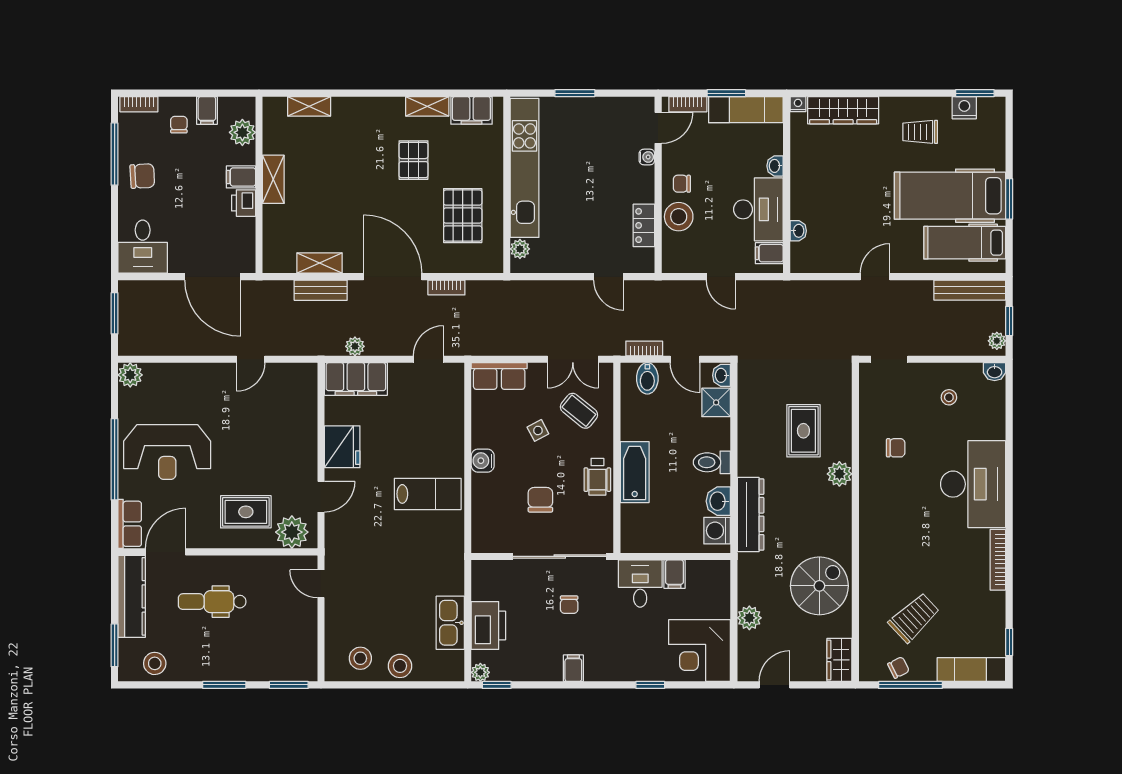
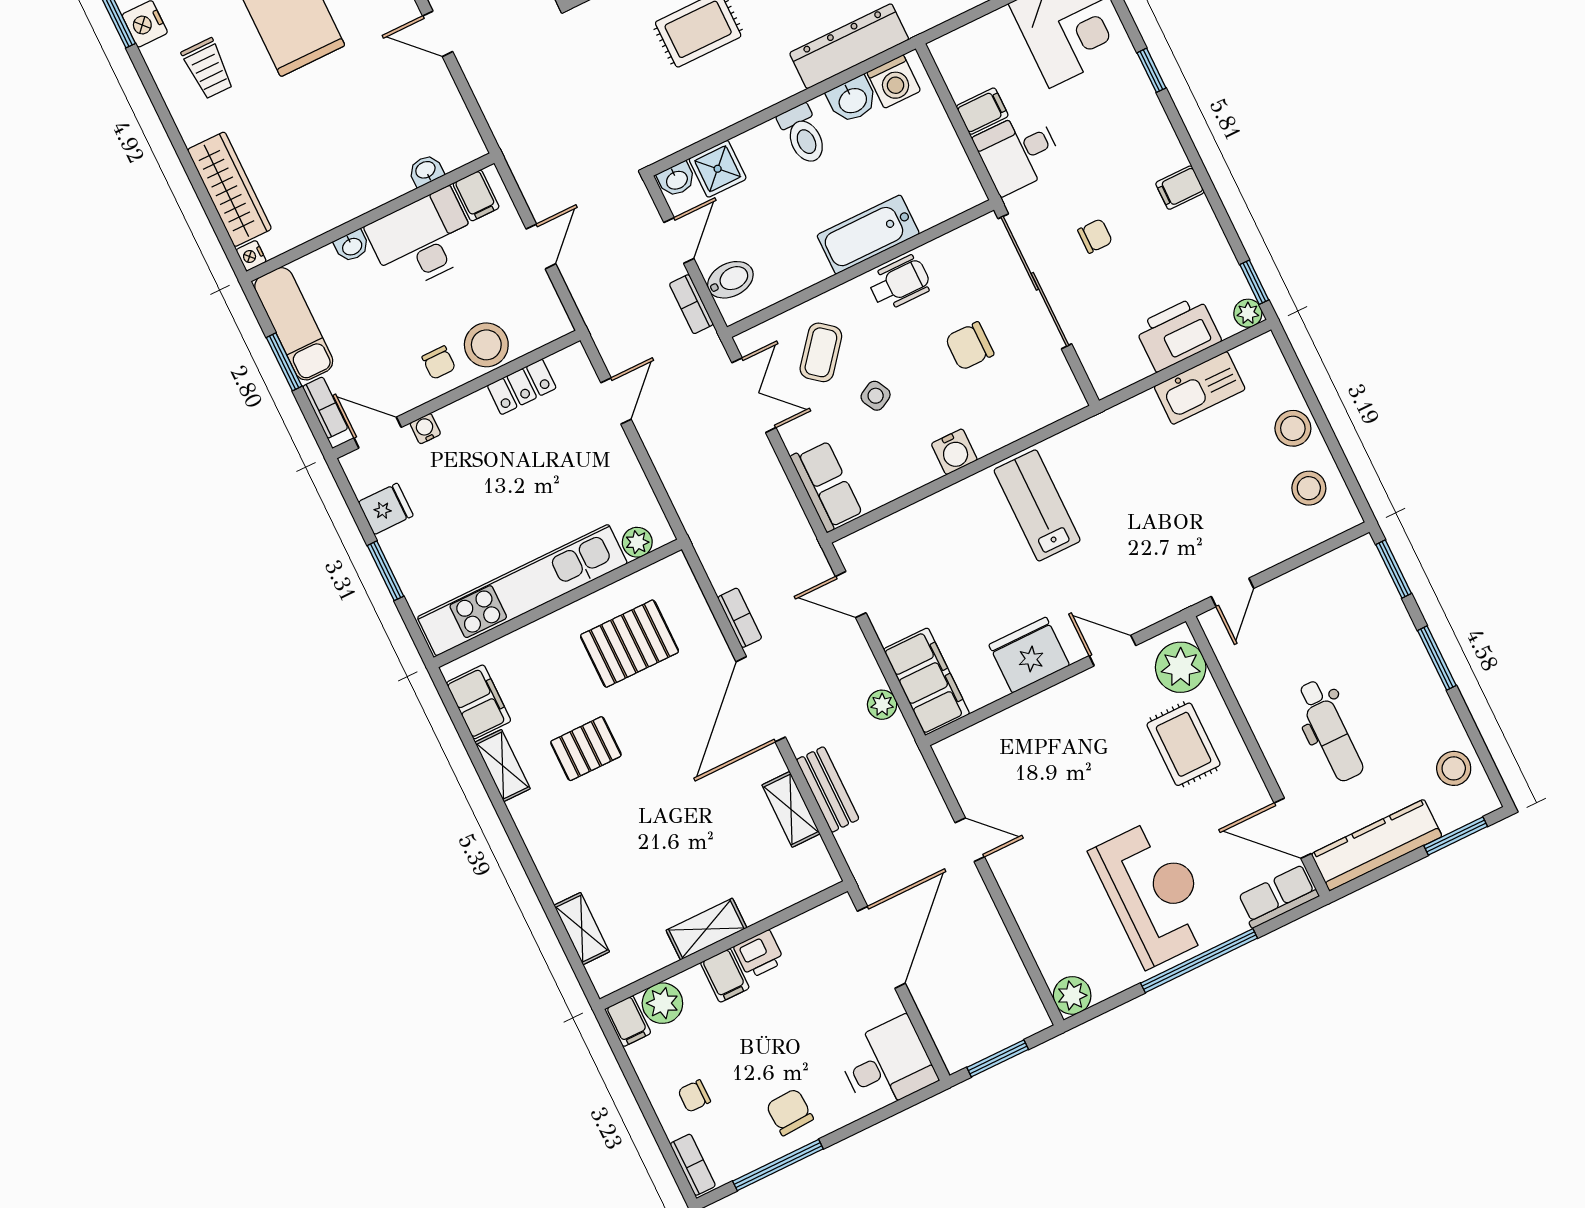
filing cabinet: (207, 110) -> (628, 1021), moved, turned 90
fridge: (611, 111) -> (386, 509), added

